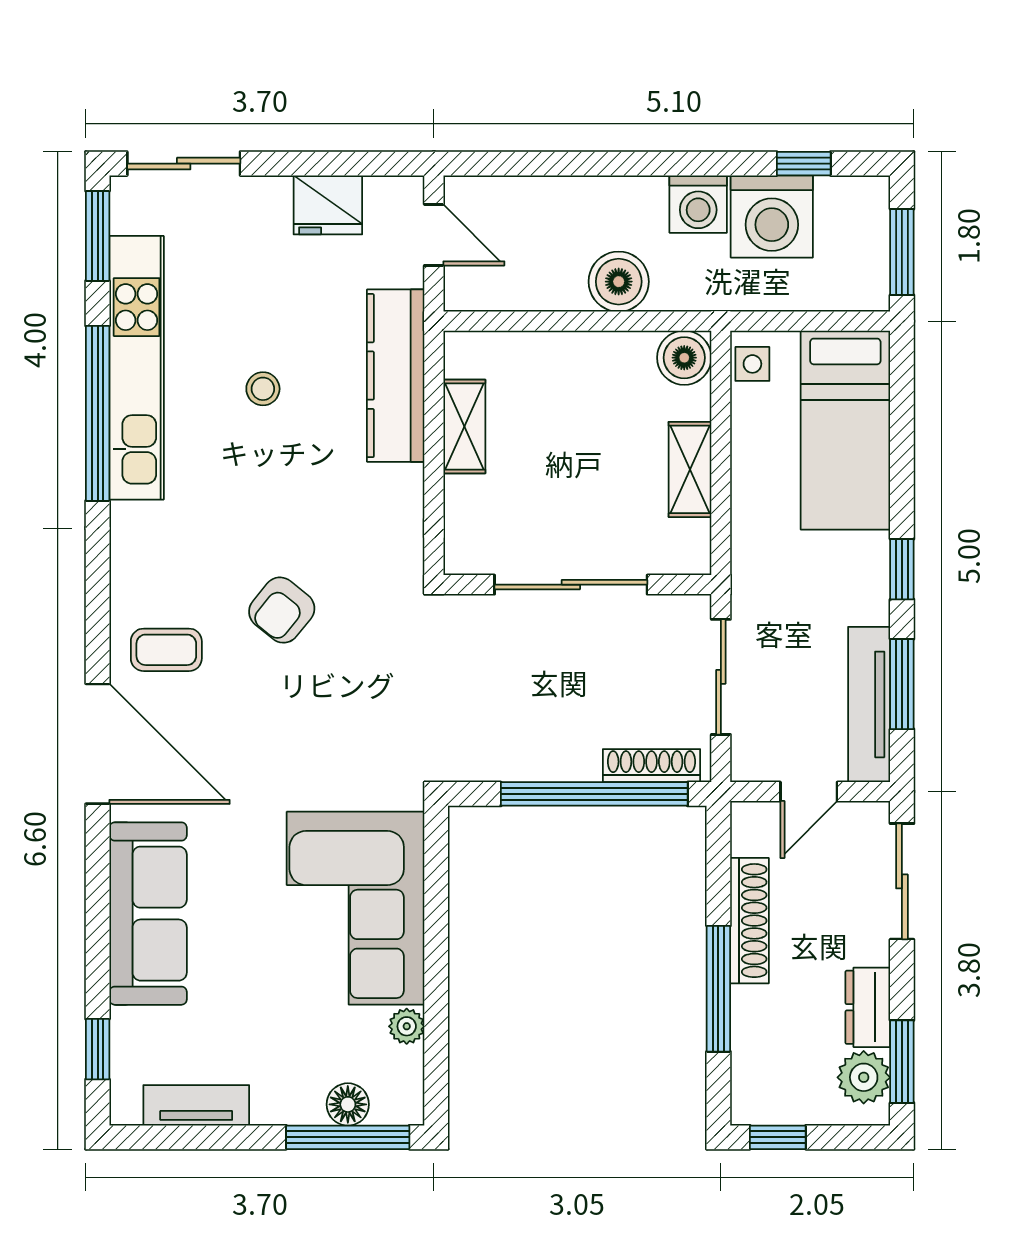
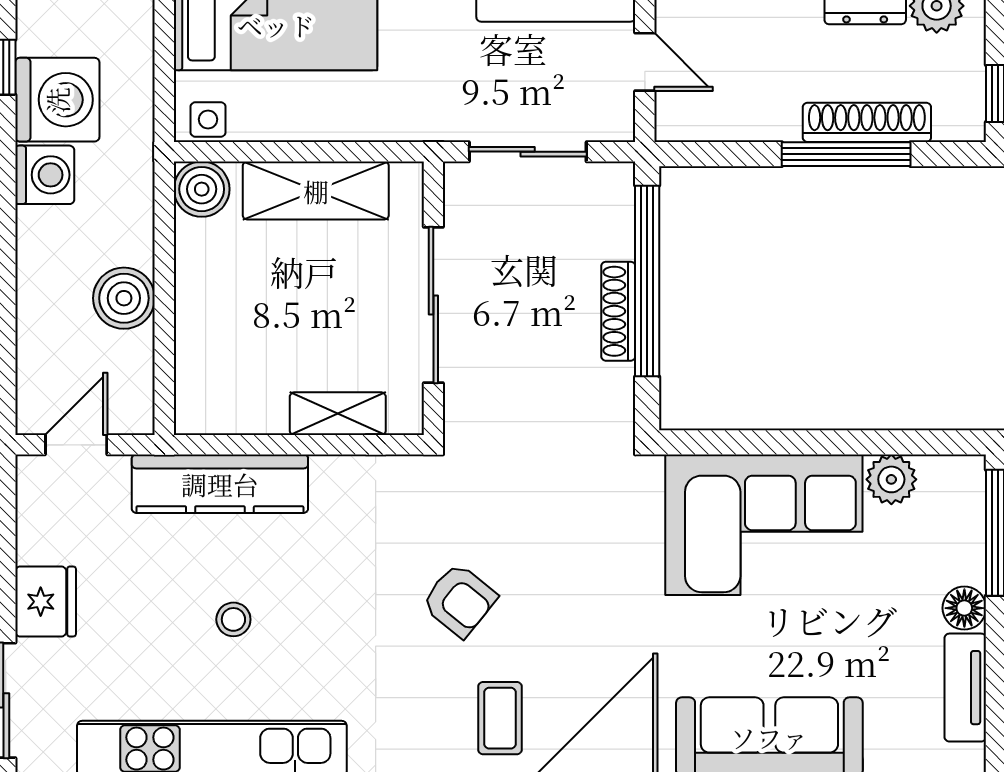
fridge: (328, 205) -> (46, 602), moved
boiler: (619, 282) -> (124, 298), moved
shelving: (464, 426) -> (338, 414), moved
shelving: (690, 469) -> (316, 191), width x1.50, depth x1.33
shoe rack: (652, 766) -> (618, 311), moved
shoe rack: (750, 921) -> (867, 122), moved
plant: (407, 1026) -> (891, 479), width x1.38, depth x1.38
floor lamp: (348, 1104) -> (964, 608), moved

